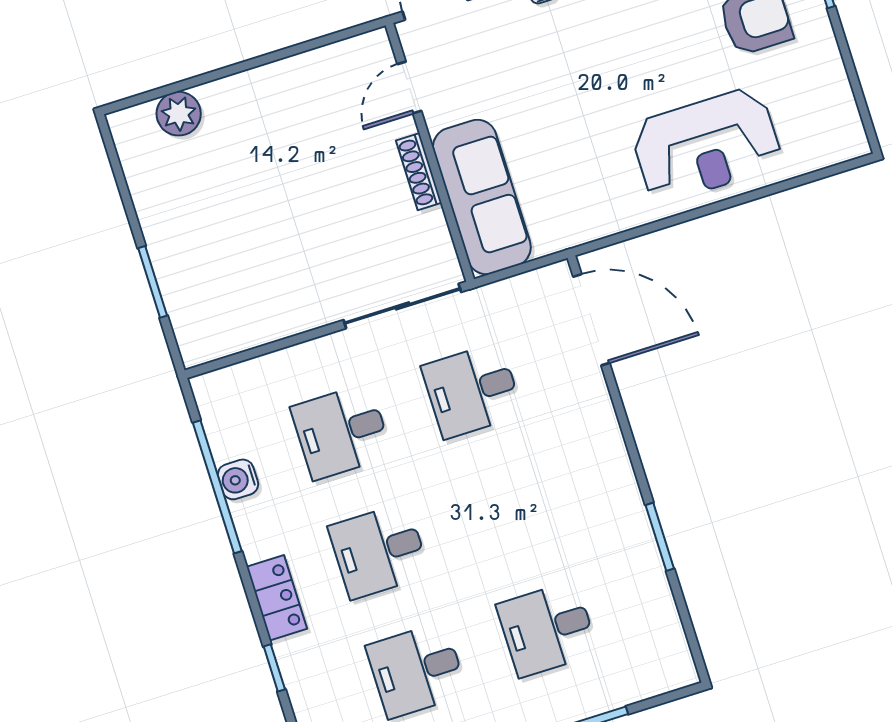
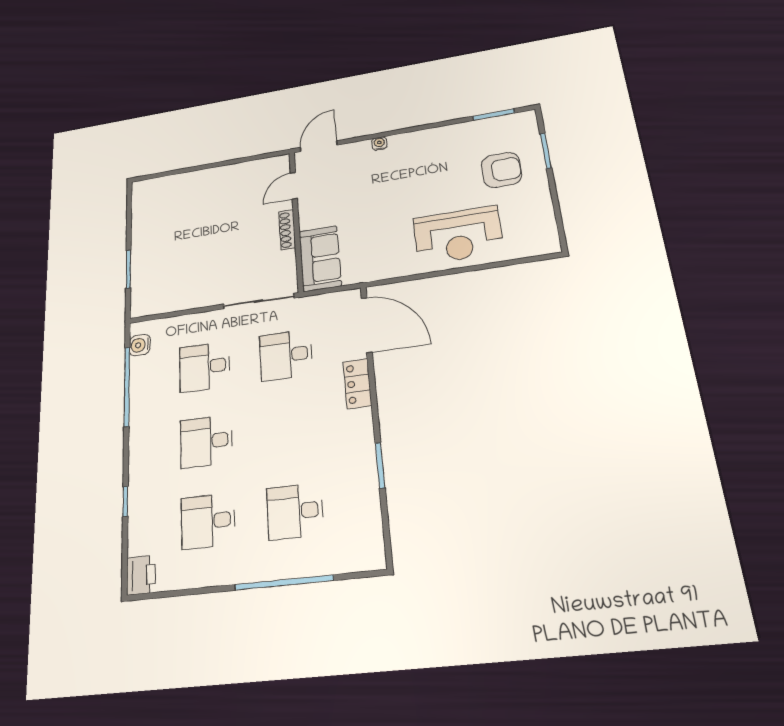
plant: (179, 114) -> (169, 186), removed
sofa: (482, 197) -> (320, 259), width x0.73
water cooler: (238, 479) -> (140, 345), moved
locker: (277, 598) -> (357, 384), moved, turned 180

